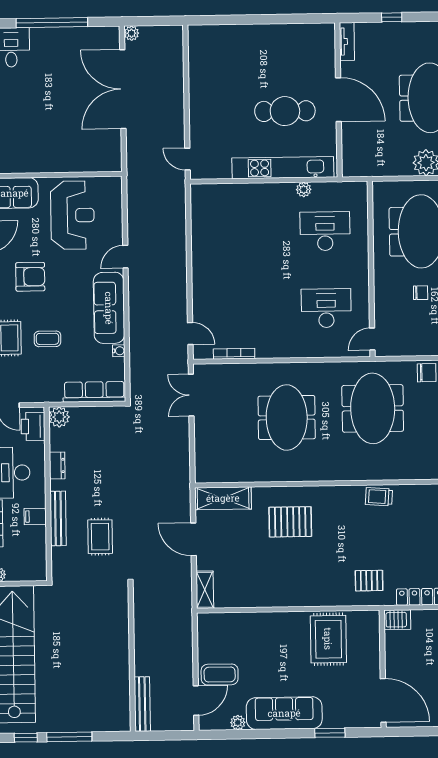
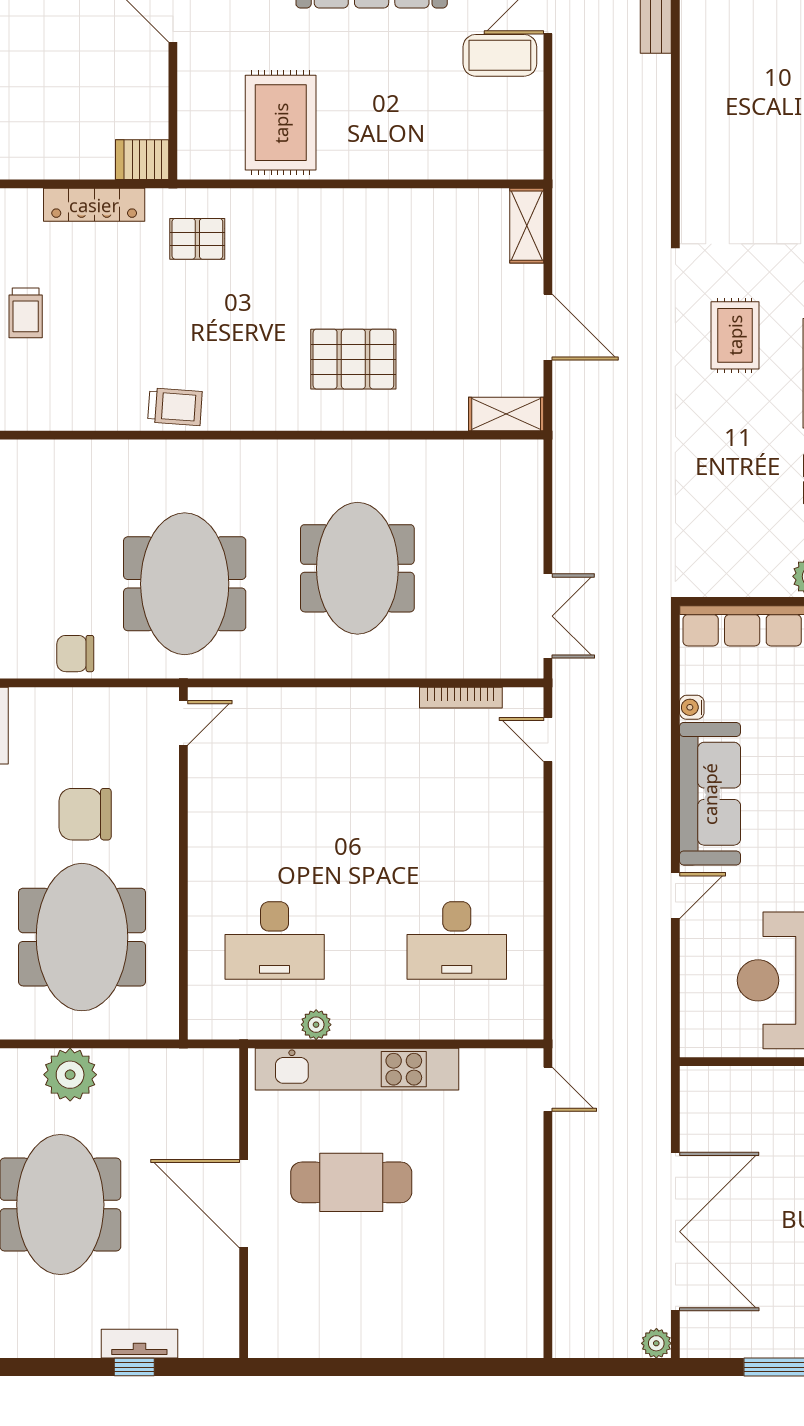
tv unit: (347, 41) -> (139, 1344), moved, turned 90
chair: (421, 293) -> (85, 814), width x1.87, depth x1.87
desk: (326, 308) -> (457, 941), moved
shelving: (223, 498) -> (506, 414), width x0.67, depth x0.75

